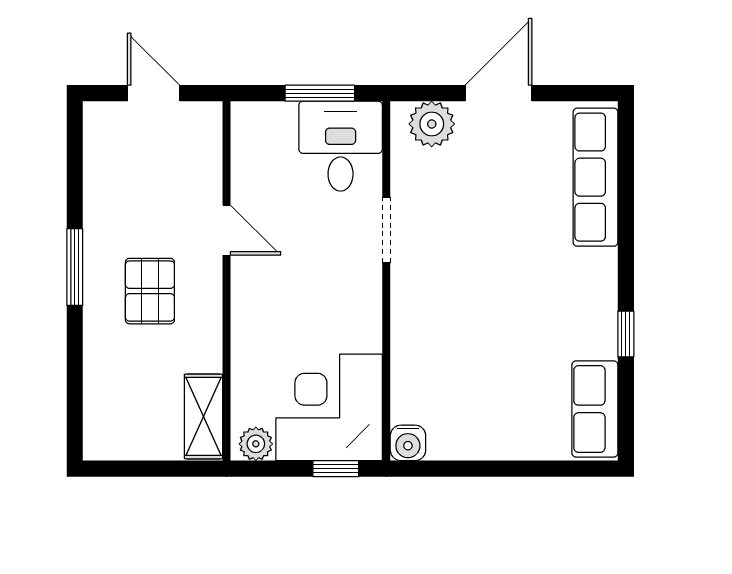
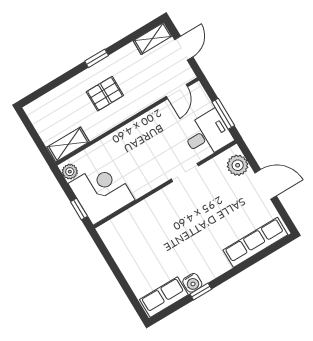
shelving: (100, 140) -> (153, 38), added
door: (227, 230) -> (177, 92), moved
window: (75, 267) -> (97, 58), width x0.67
water cooler: (408, 443) -> (192, 283), moved, turned -90

